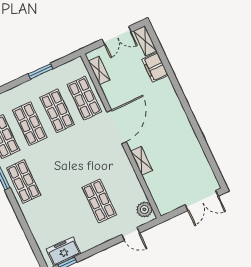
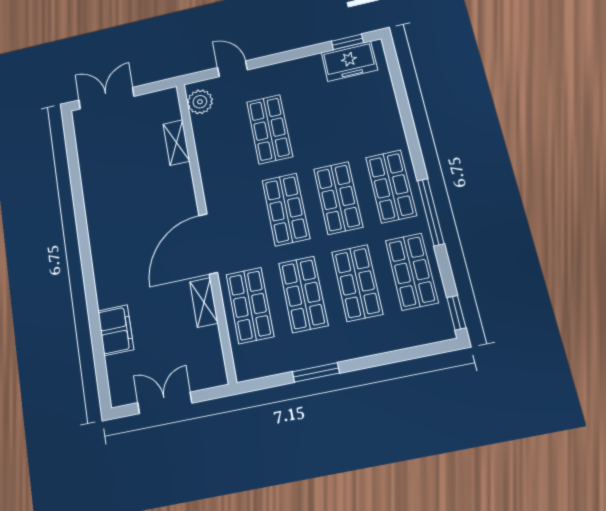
shelving: (145, 41) -> (119, 381), removed
shelving: (99, 71) -> (204, 302), moved
shop shelf: (78, 156) -> (286, 209), added
shelving: (141, 161) -> (176, 143), moved
shop shelf: (51, 169) -> (338, 198), added

